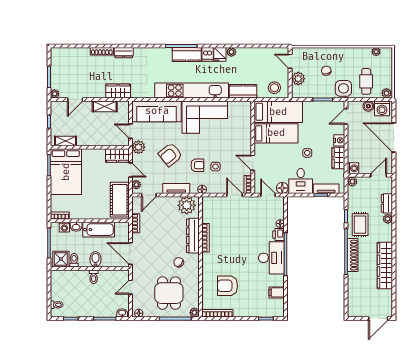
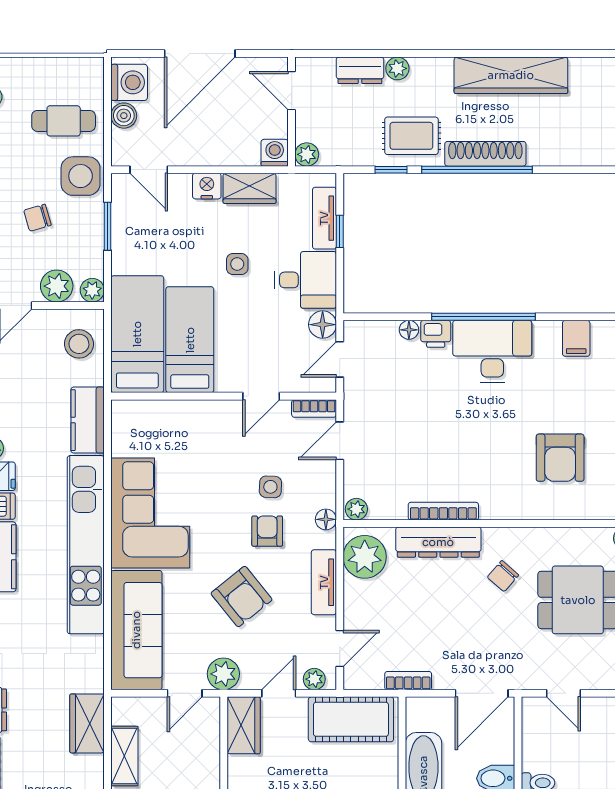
plant: (386, 93) -> (92, 290), moved
door: (149, 195) -> (340, 648), hinge flipped
plant: (206, 202) -> (356, 509), added

